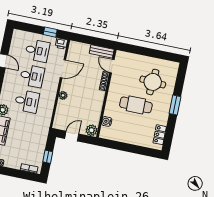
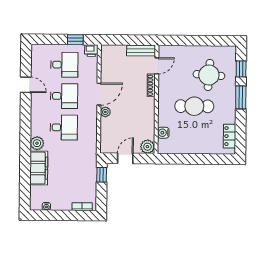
door: (112, 66) -> (157, 66), swing flipped
door: (63, 69) -> (99, 94), moved
window: (180, 82) -> (241, 69), added
window: (48, 157) -> (102, 175), moved

